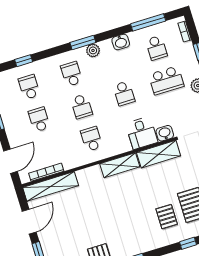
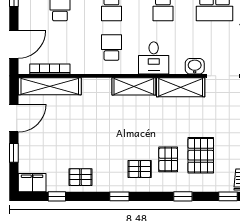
desk: (142, 133) -> (154, 58), moved
pallet: (145, 232) -> (140, 169), added

